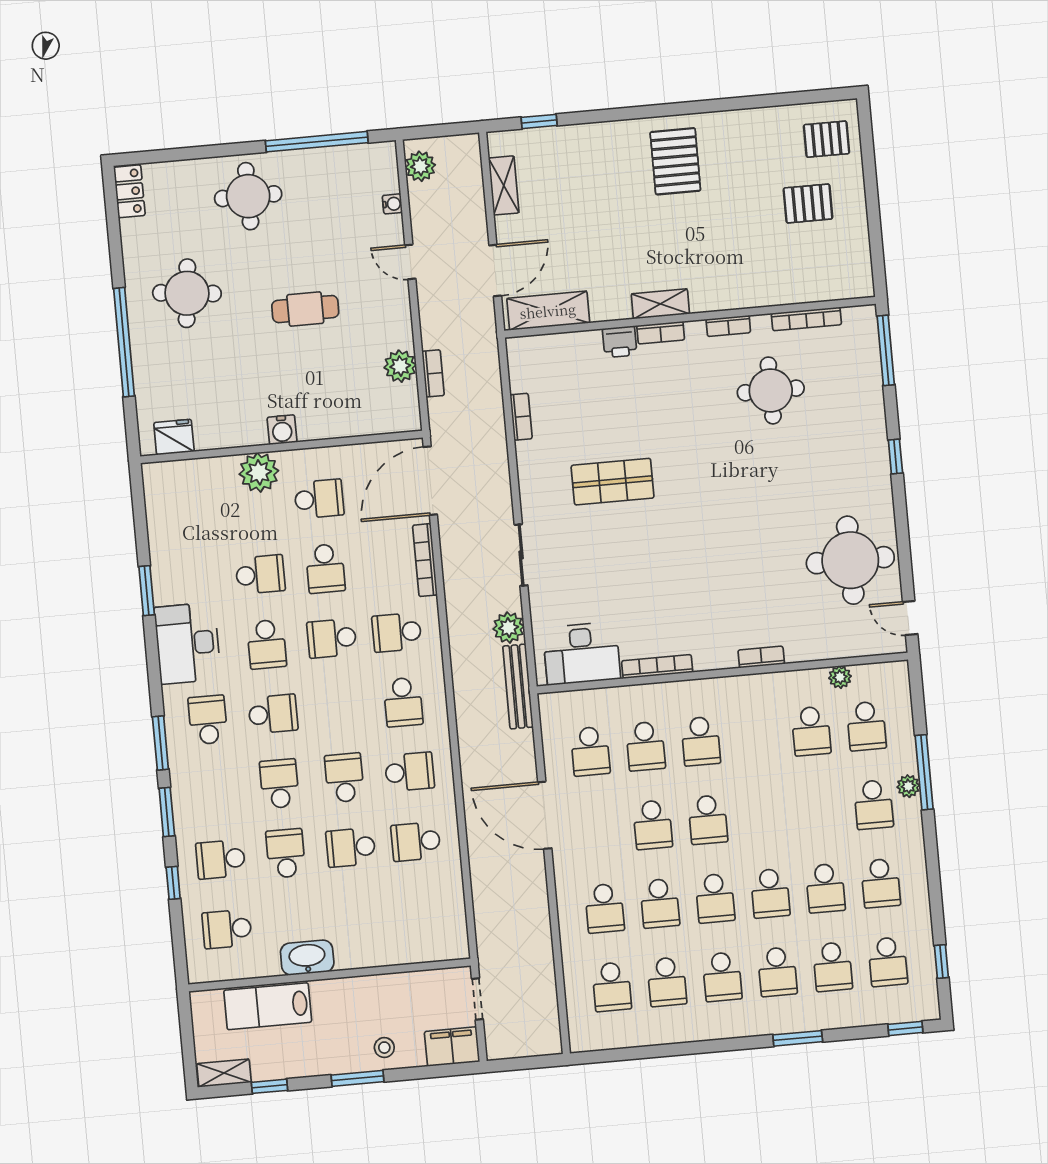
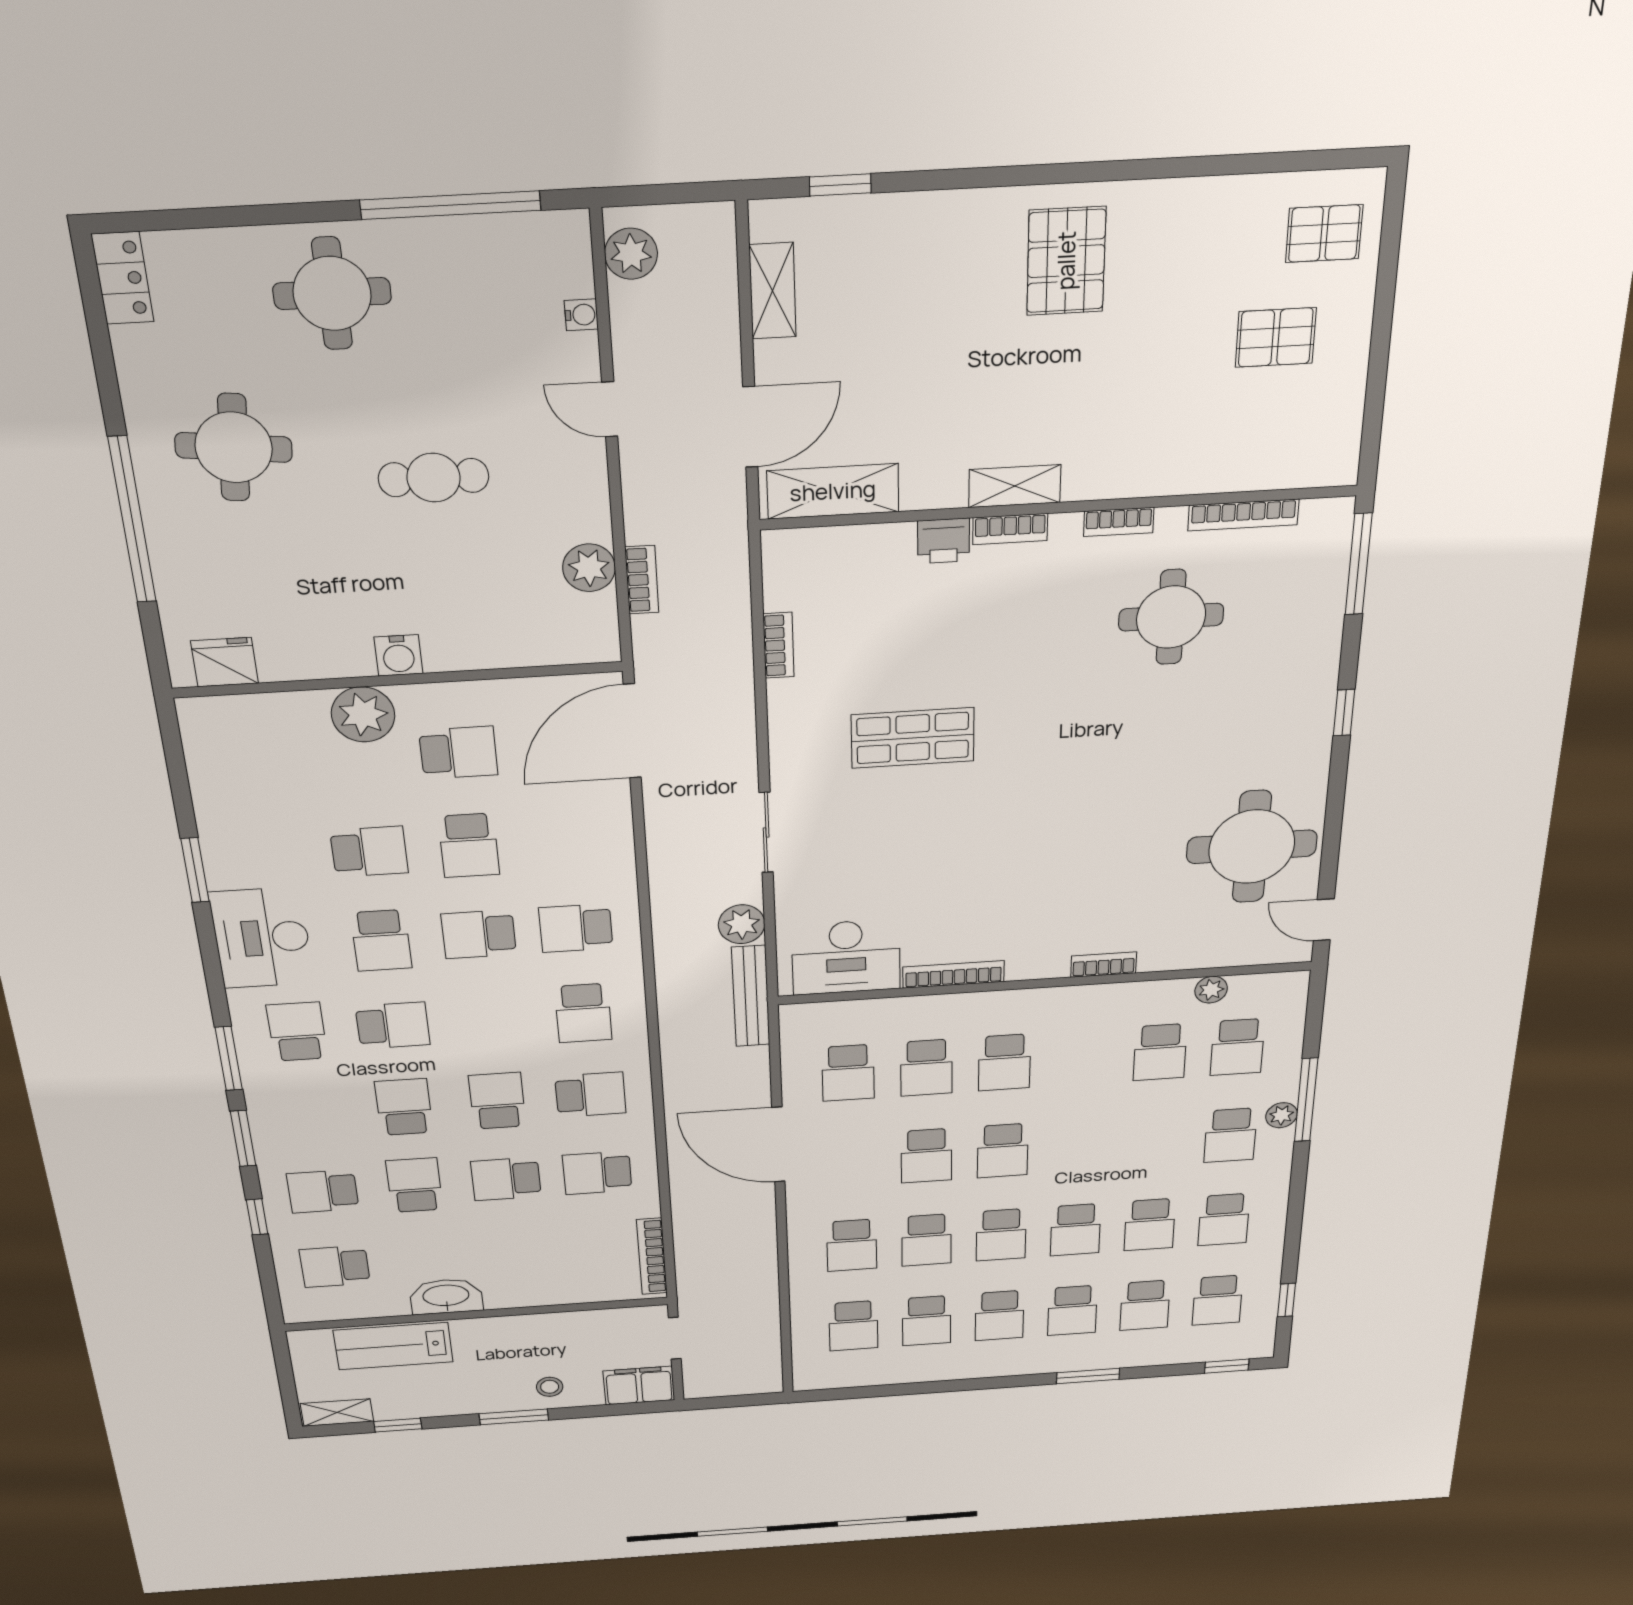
bookcase: (425, 560) -> (652, 1256), moved

